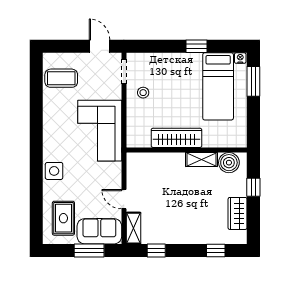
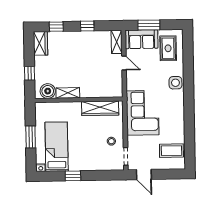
window: (253, 81) -> (31, 137), moved
wardrobe: (176, 138) -> (100, 108), moved
wardrobe: (238, 213) -> (41, 43), moved
window: (156, 250) -> (87, 26), moved

